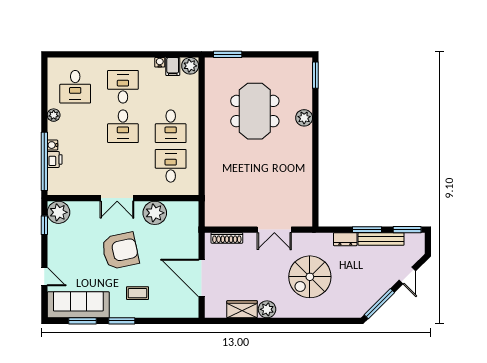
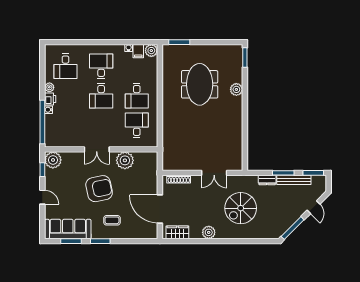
printer: (55, 159) -> (50, 99), moved
door: (44, 277) -> (42, 197), moved
wardrobe: (242, 309) -> (177, 232), moved

